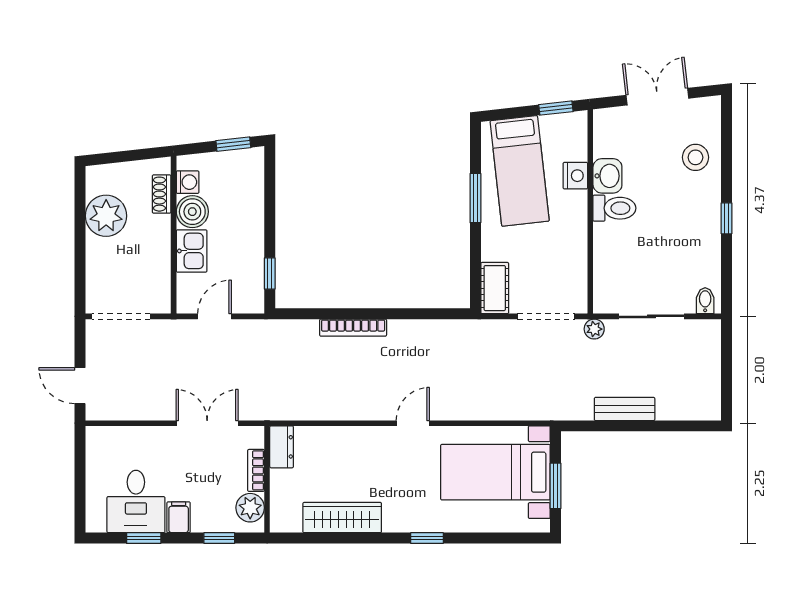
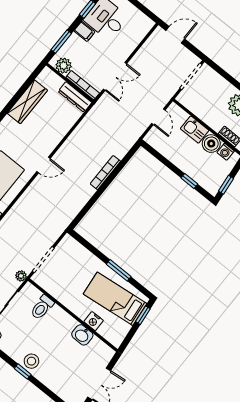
window: (556, 108) -> (143, 315), moved
stool: (695, 157) -> (31, 361), moved
toilet: (614, 208) -> (42, 307), moved
window: (270, 273) -> (189, 181), moved
cot: (495, 288) -> (73, 247), removed
door: (413, 423) -> (43, 165), hinge flipped
dresser: (282, 447) -> (75, 97), width x1.44
bookcase: (256, 470) -> (83, 85), width x1.56
window: (219, 538) -> (61, 42), width x1.50

